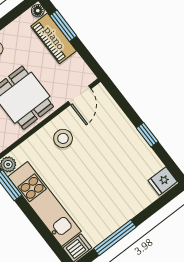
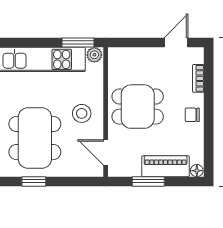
window: (63, 26) -> (148, 181), moved
dining table: (112, 161) -> (35, 138), added

